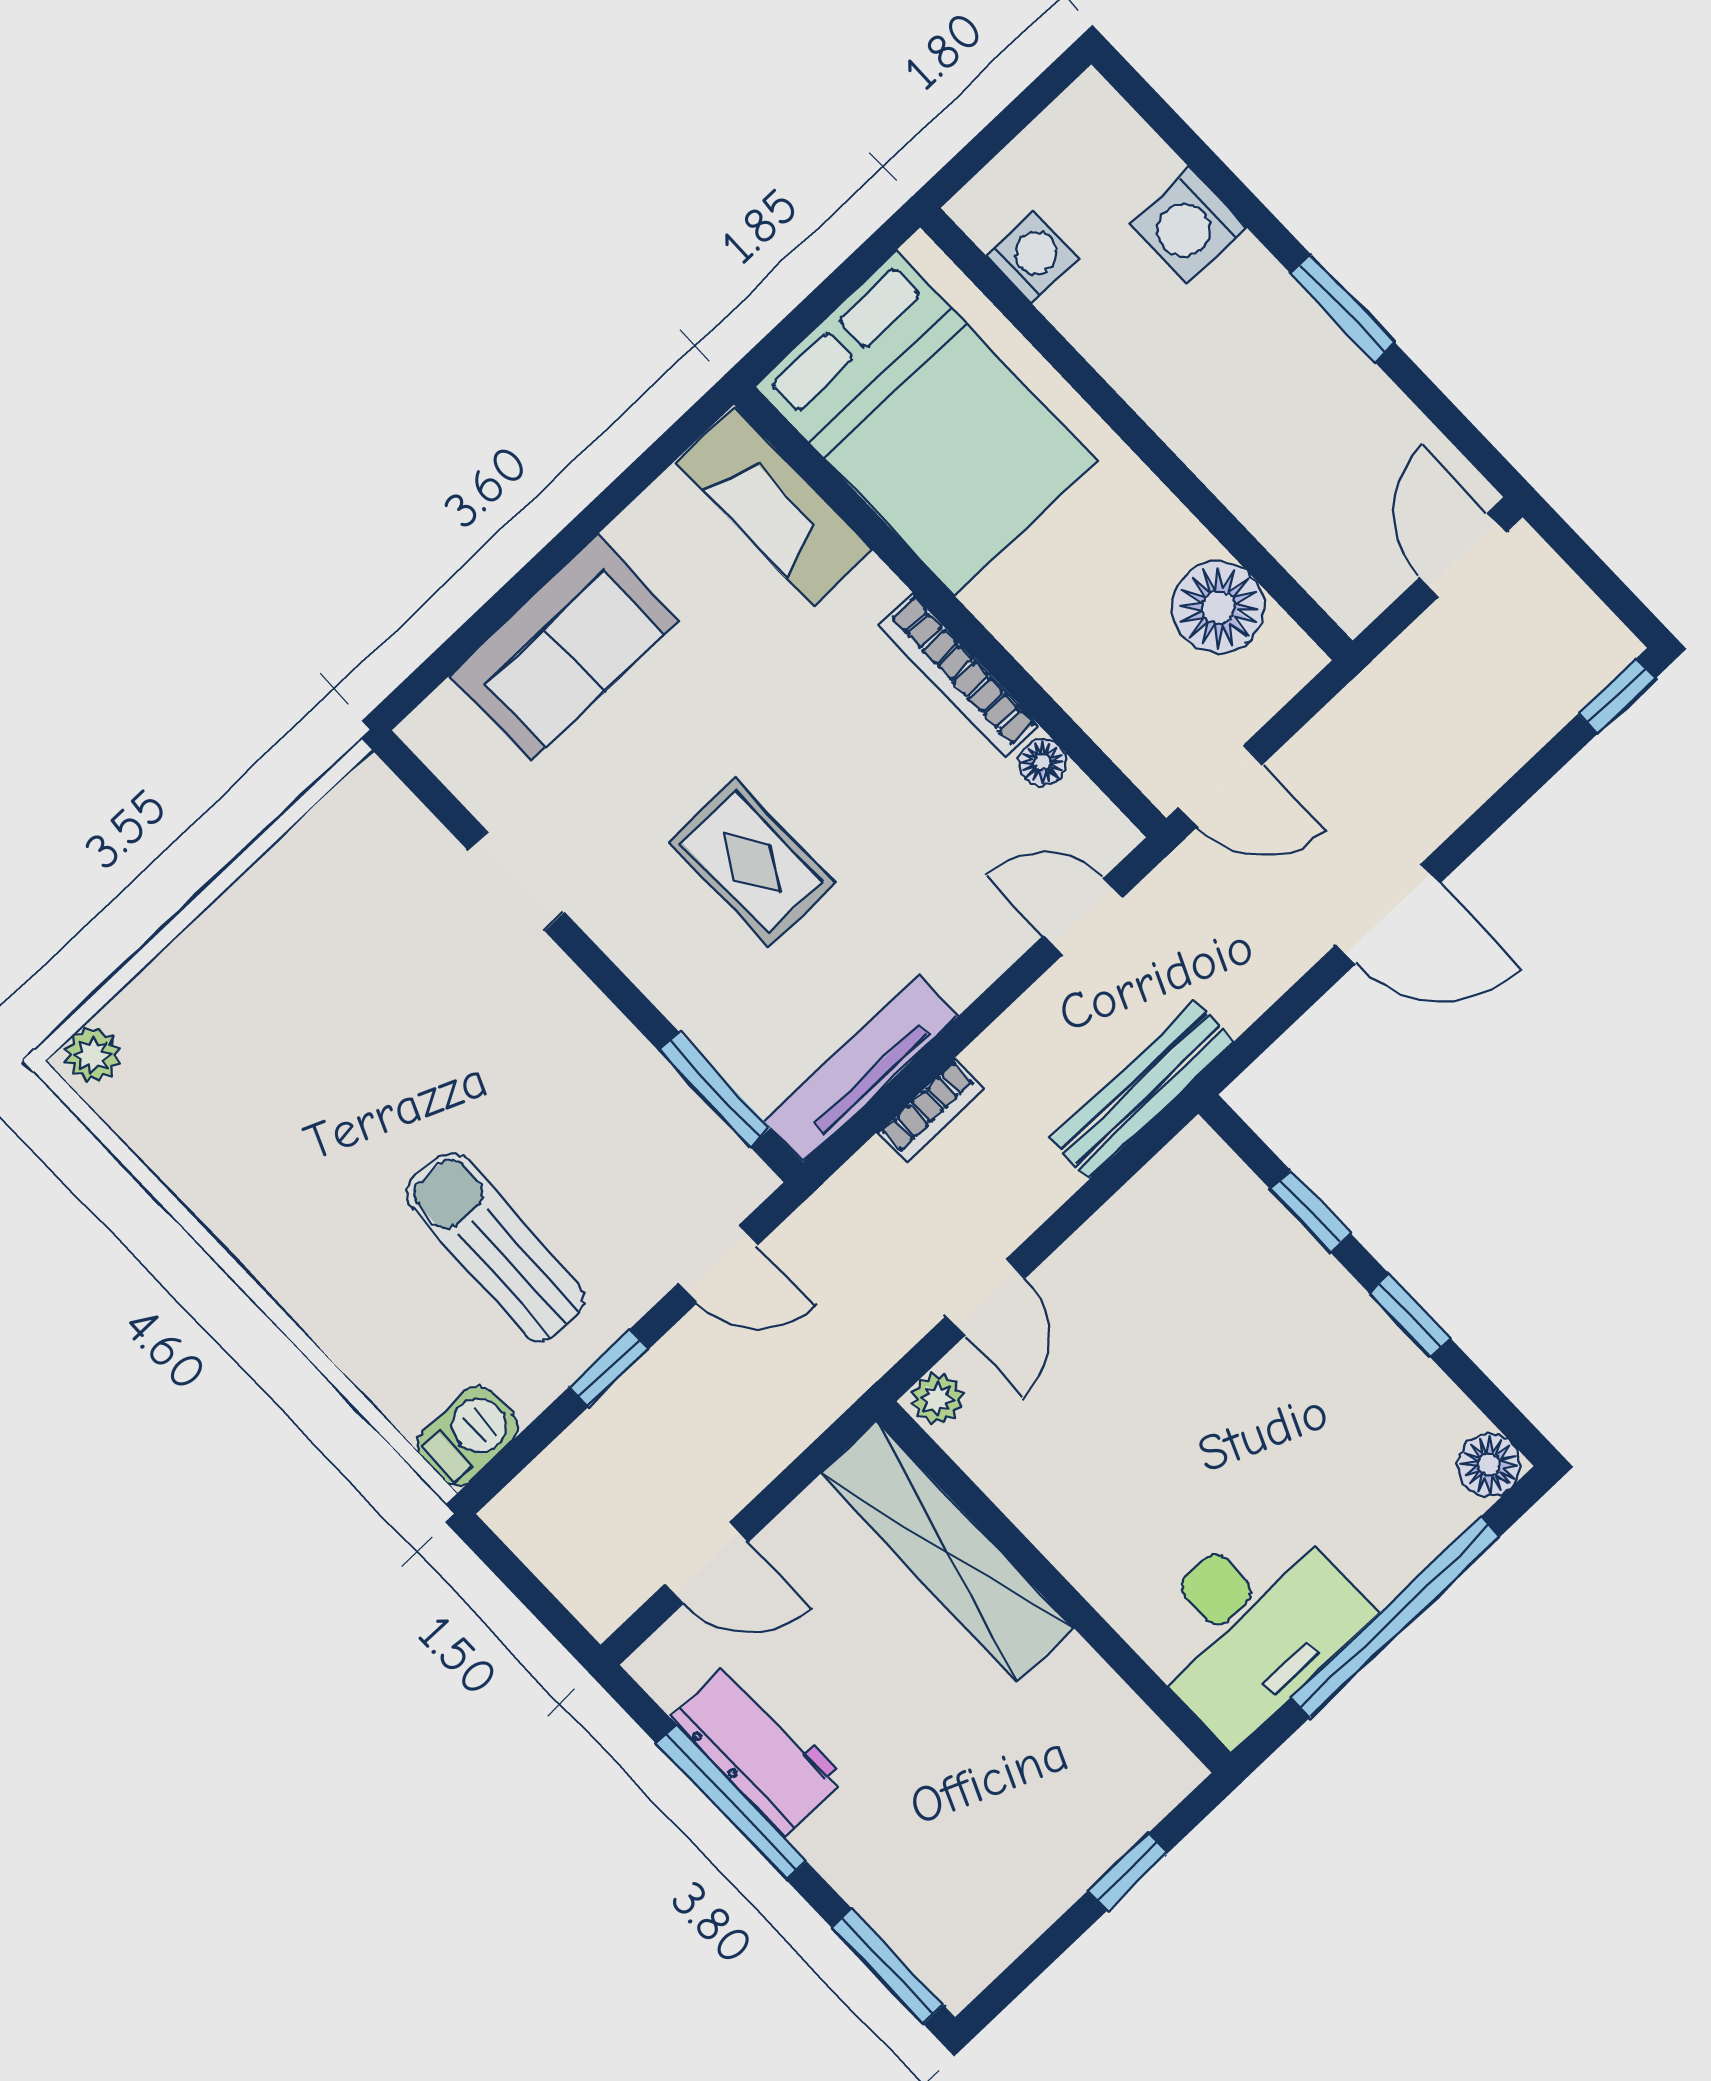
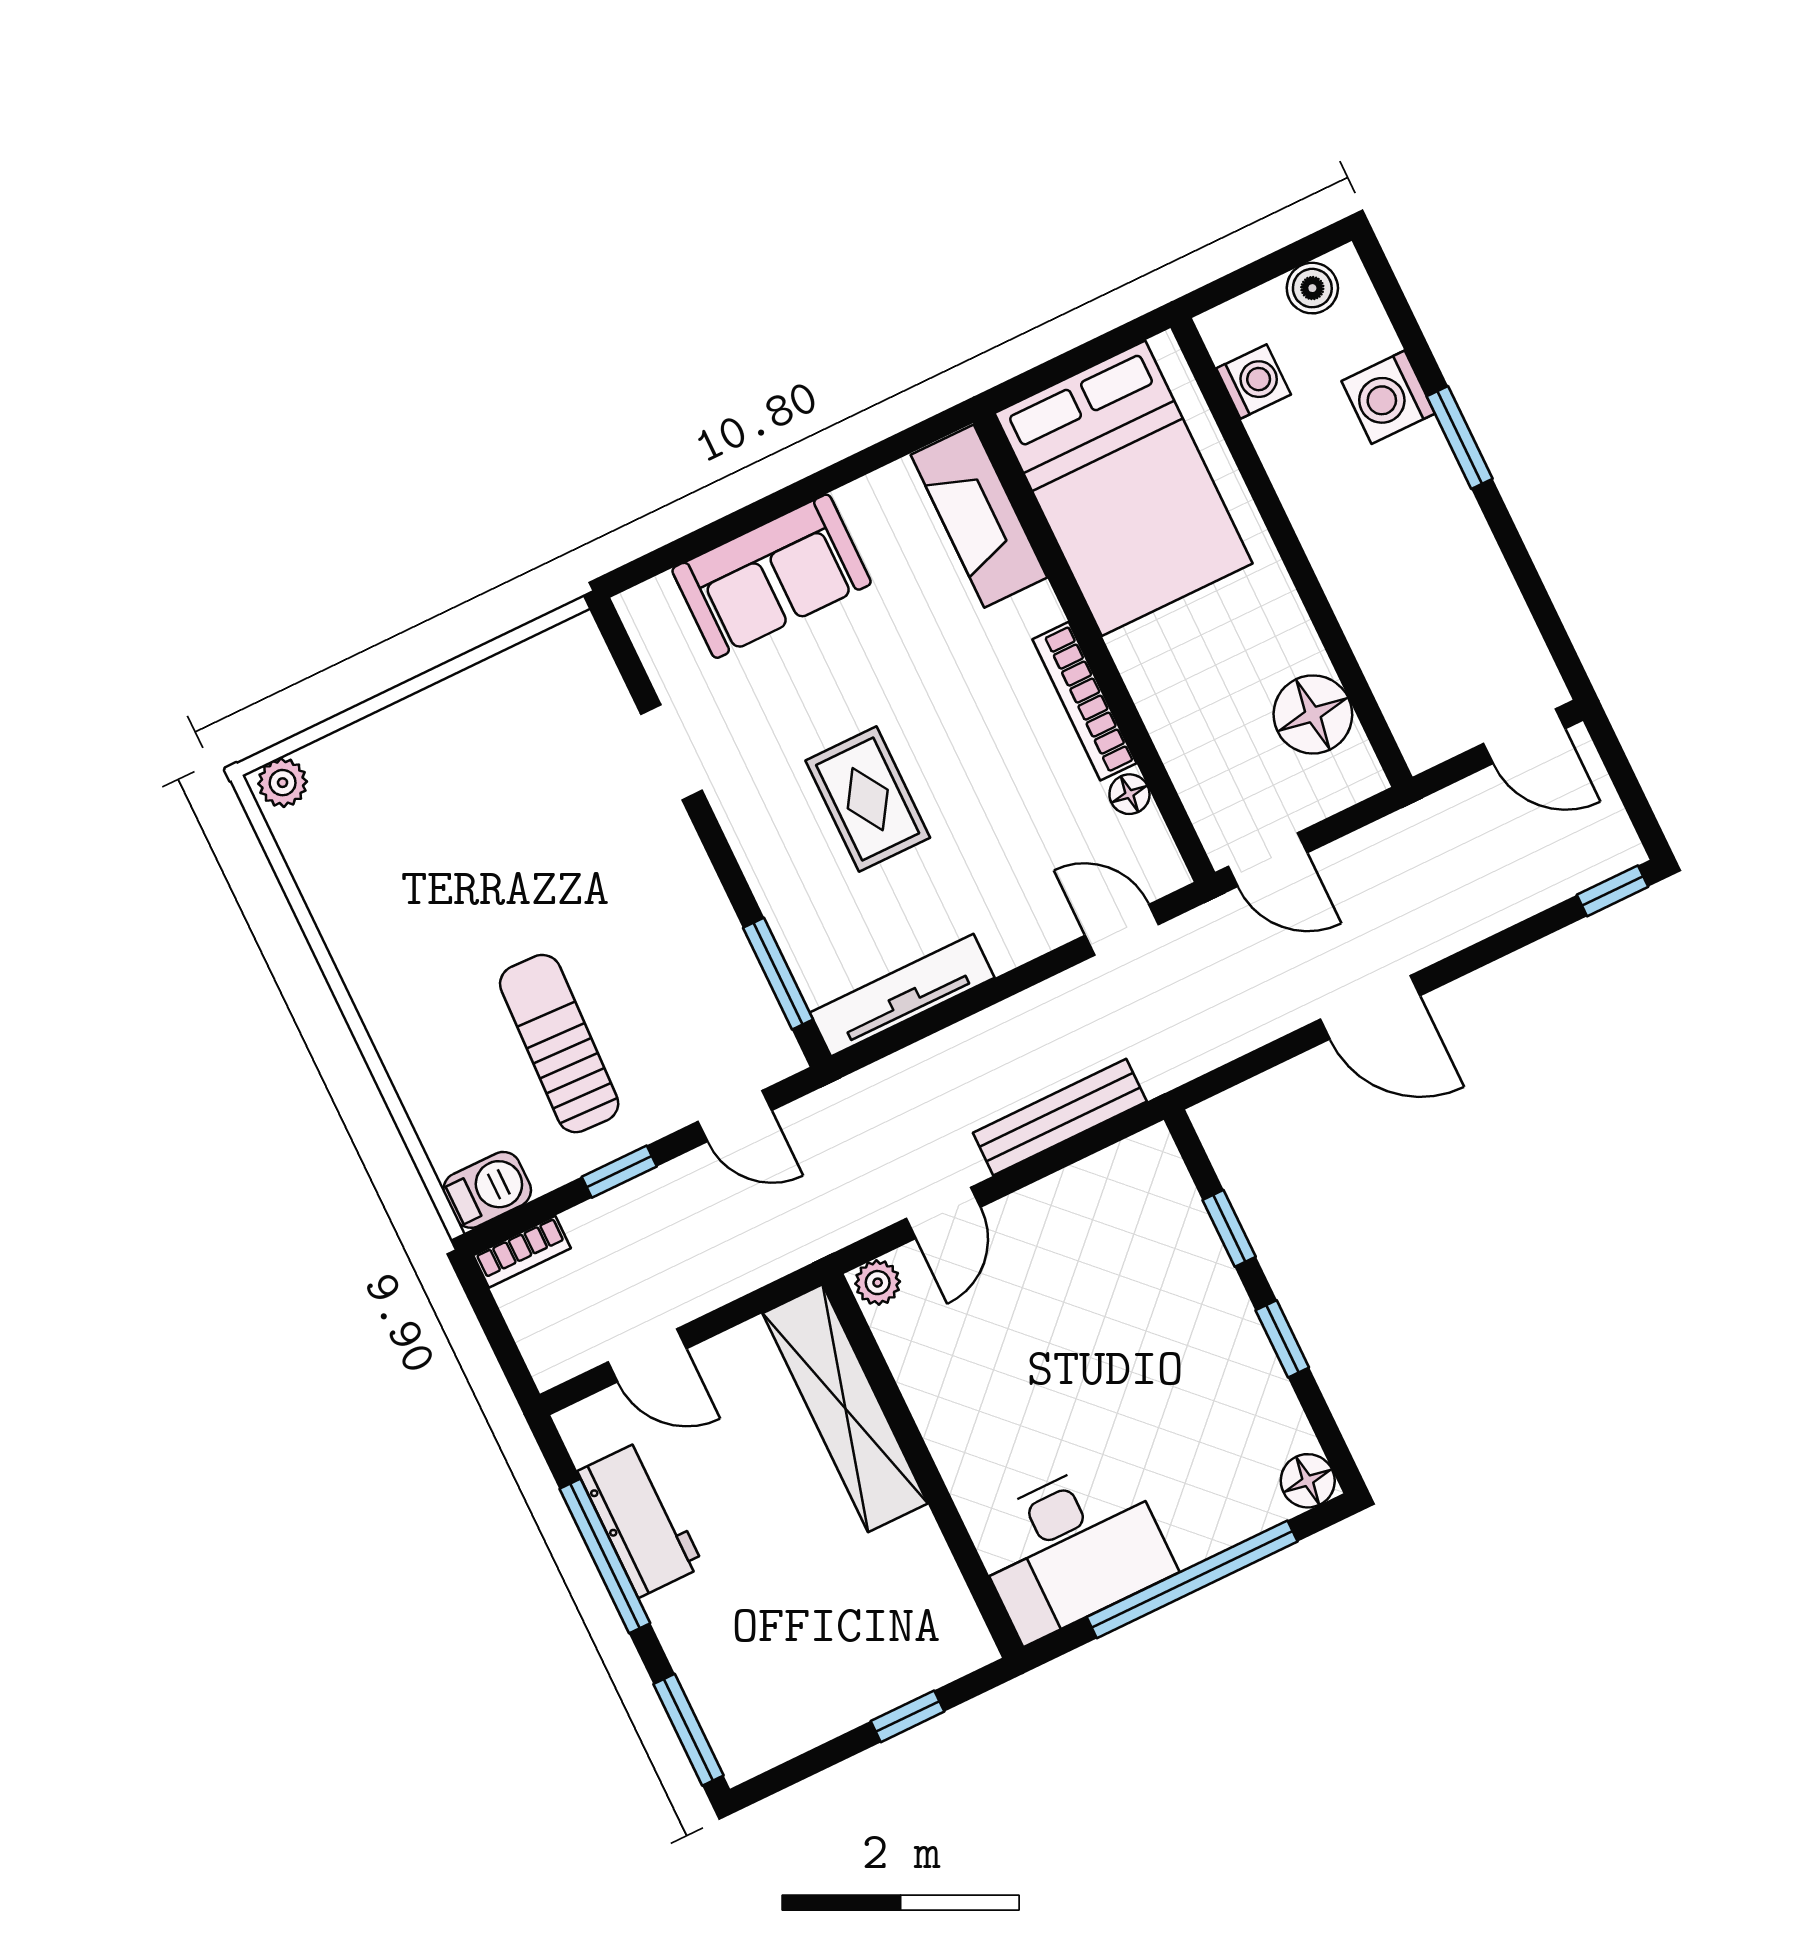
boiler: (1064, 131) -> (1312, 288), added
window: (1343, 308) -> (1460, 437), moved
door: (1463, 555) -> (1524, 736), swing flipped
bench: (1142, 1090) -> (1060, 1117), moved
bookcase: (931, 1110) -> (522, 1252), moved

